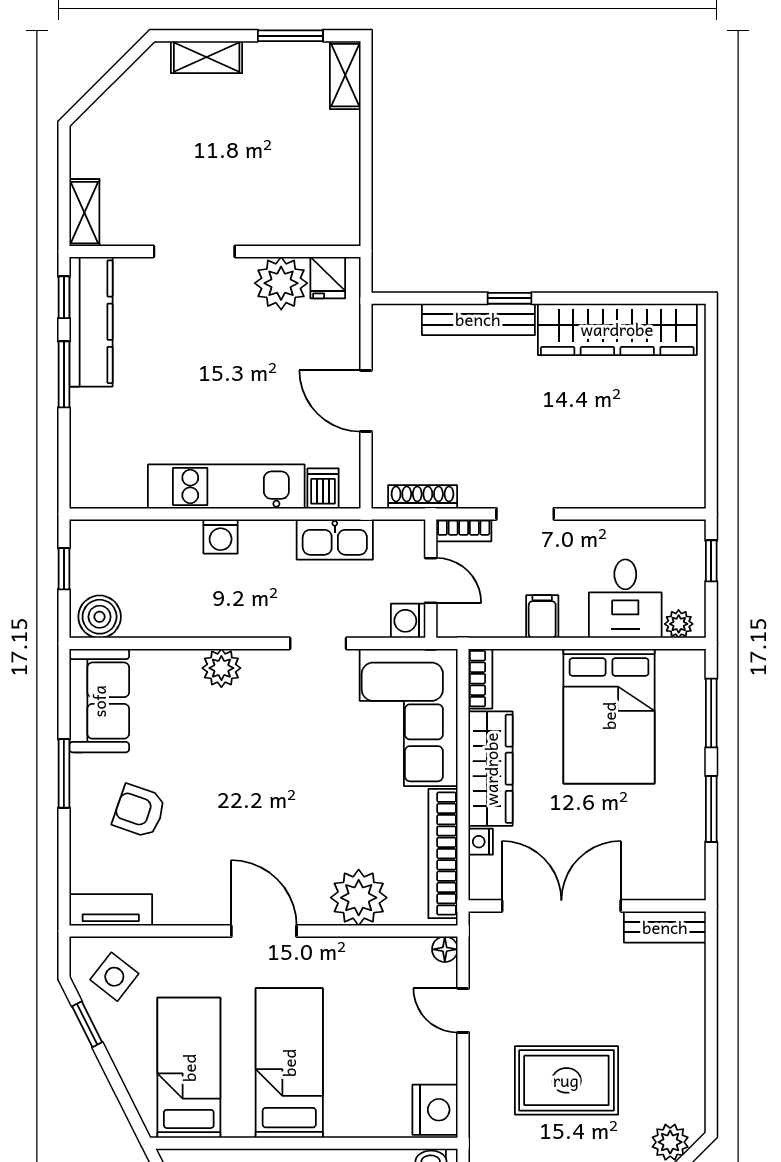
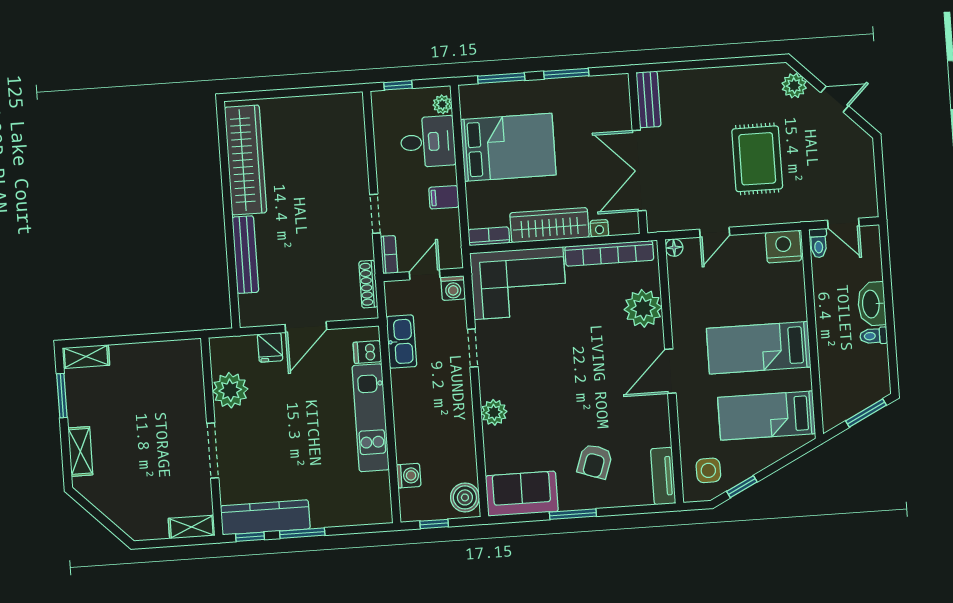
fridge: (328, 278) -> (270, 347), moved, turned 90
window: (510, 298) -> (229, 234), removed
washing machine: (221, 536) -> (409, 476), moved
side table: (114, 977) -> (708, 470), turned -38

